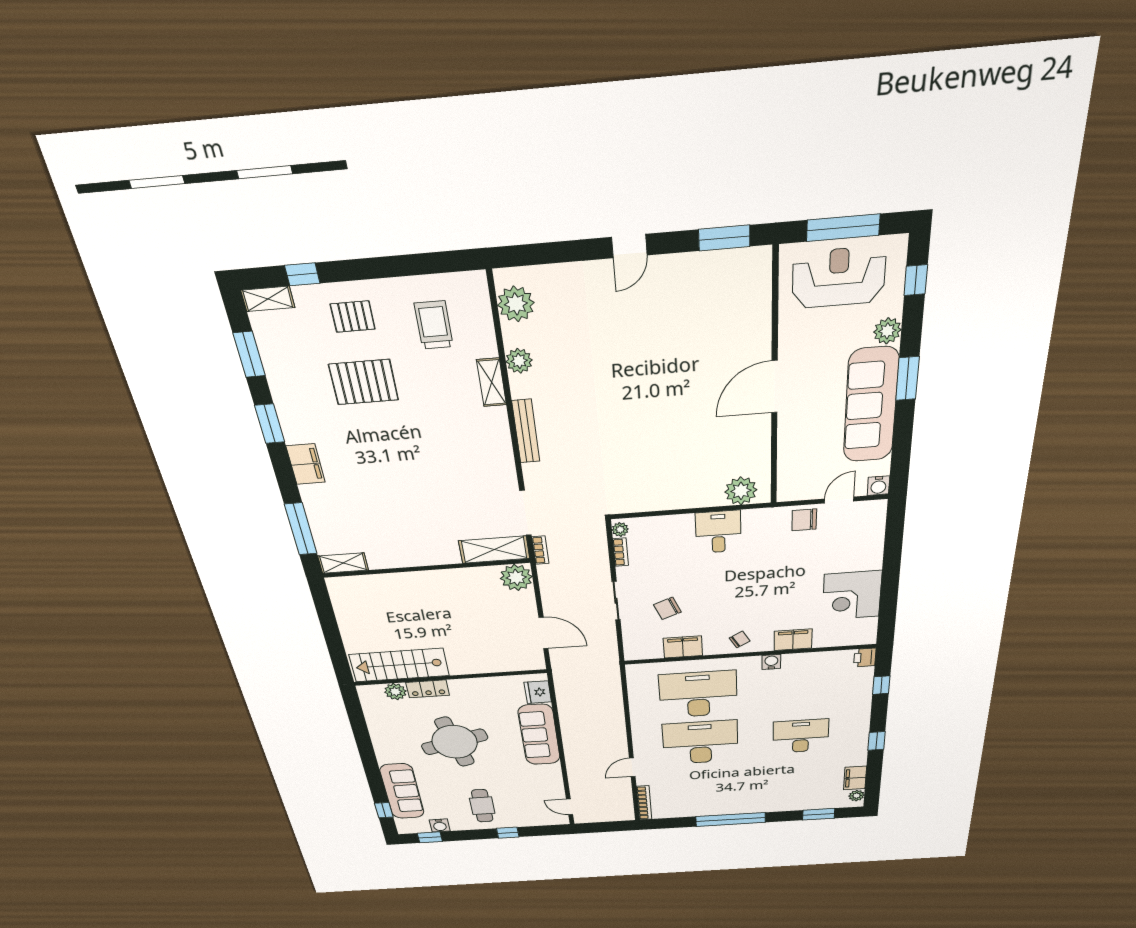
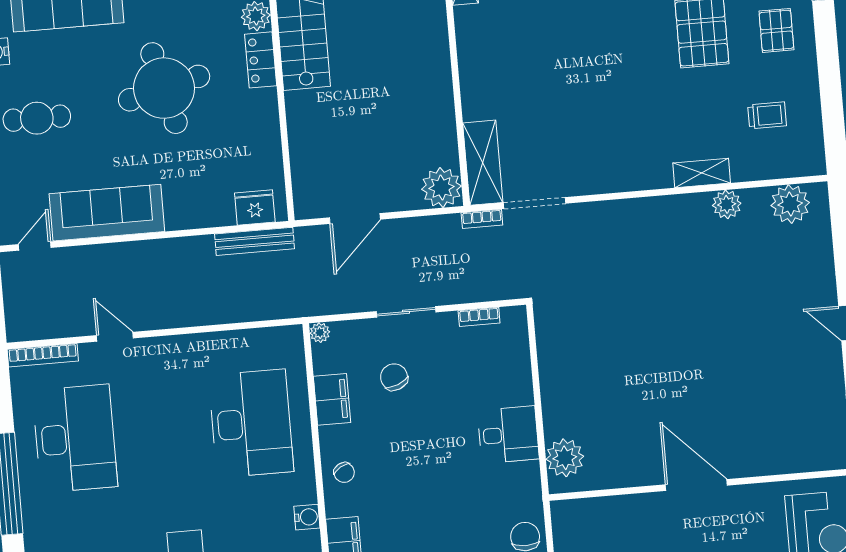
trolley: (434, 325) -> (767, 115), width x0.73, depth x0.72
bench: (526, 431) -> (255, 241), moved
plant: (620, 529) -> (320, 333), moved
sofa: (539, 735) -> (107, 213), moved
desk: (700, 742) -> (75, 438), moved

